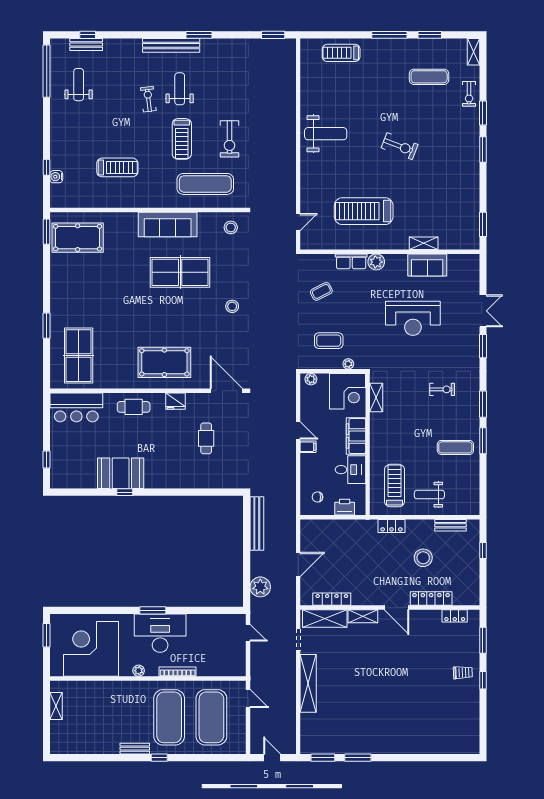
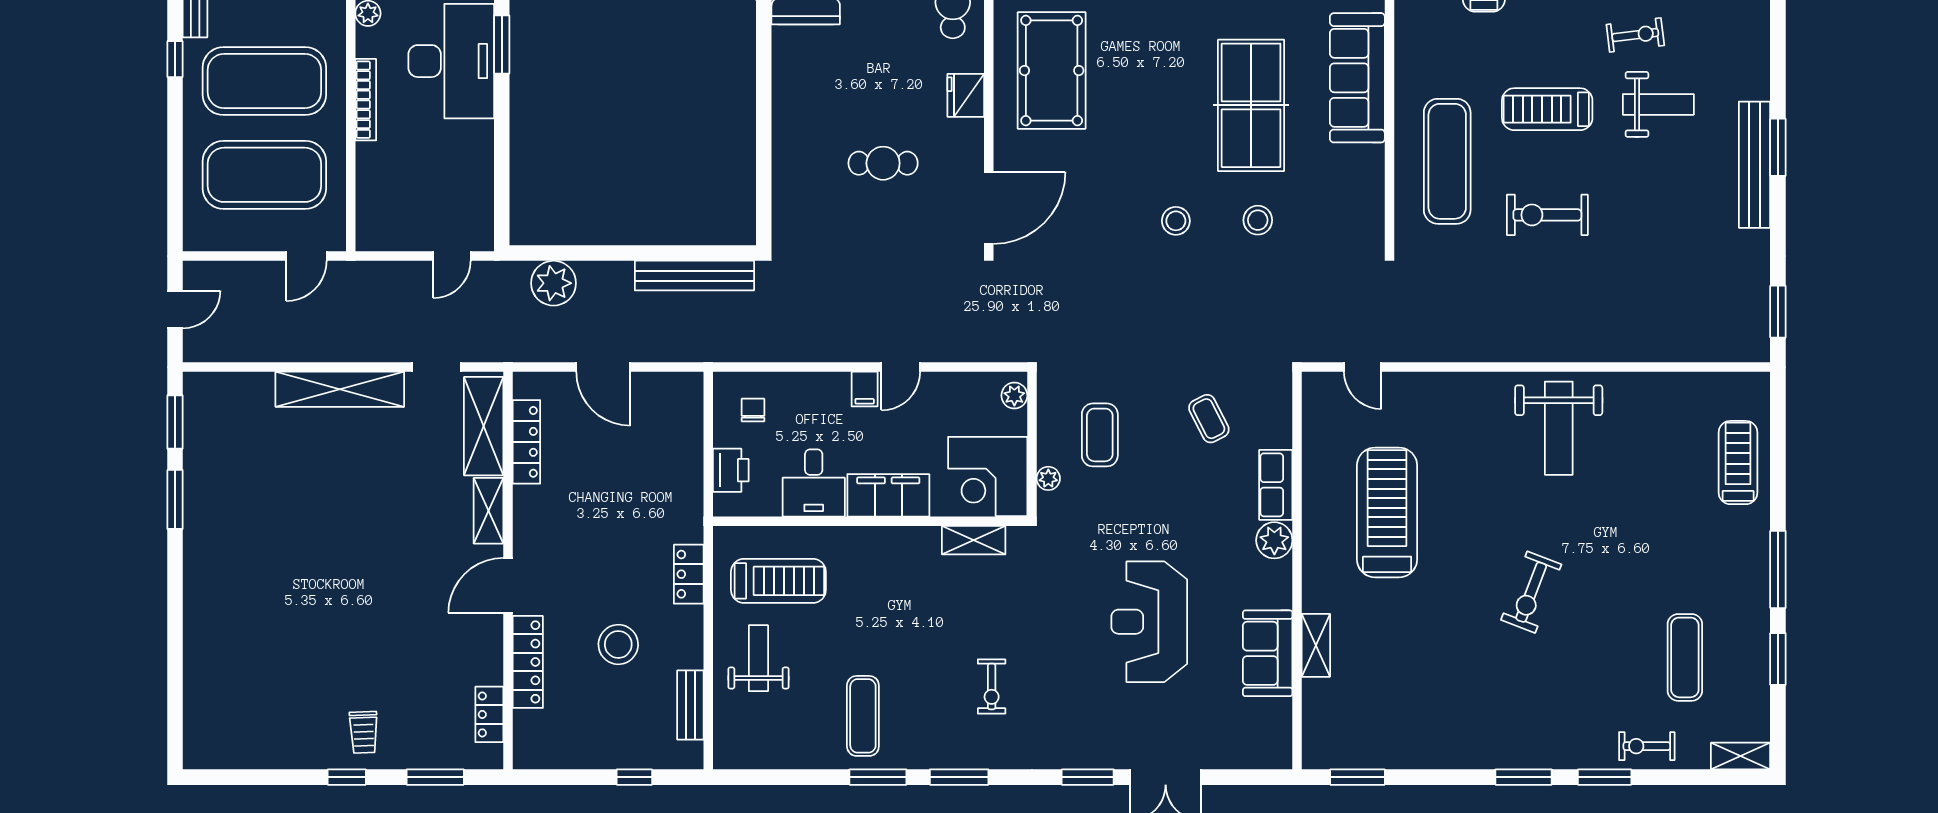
bench: (171, 45) -> (1755, 165), moved
stool: (231, 227) -> (1258, 220), moved

